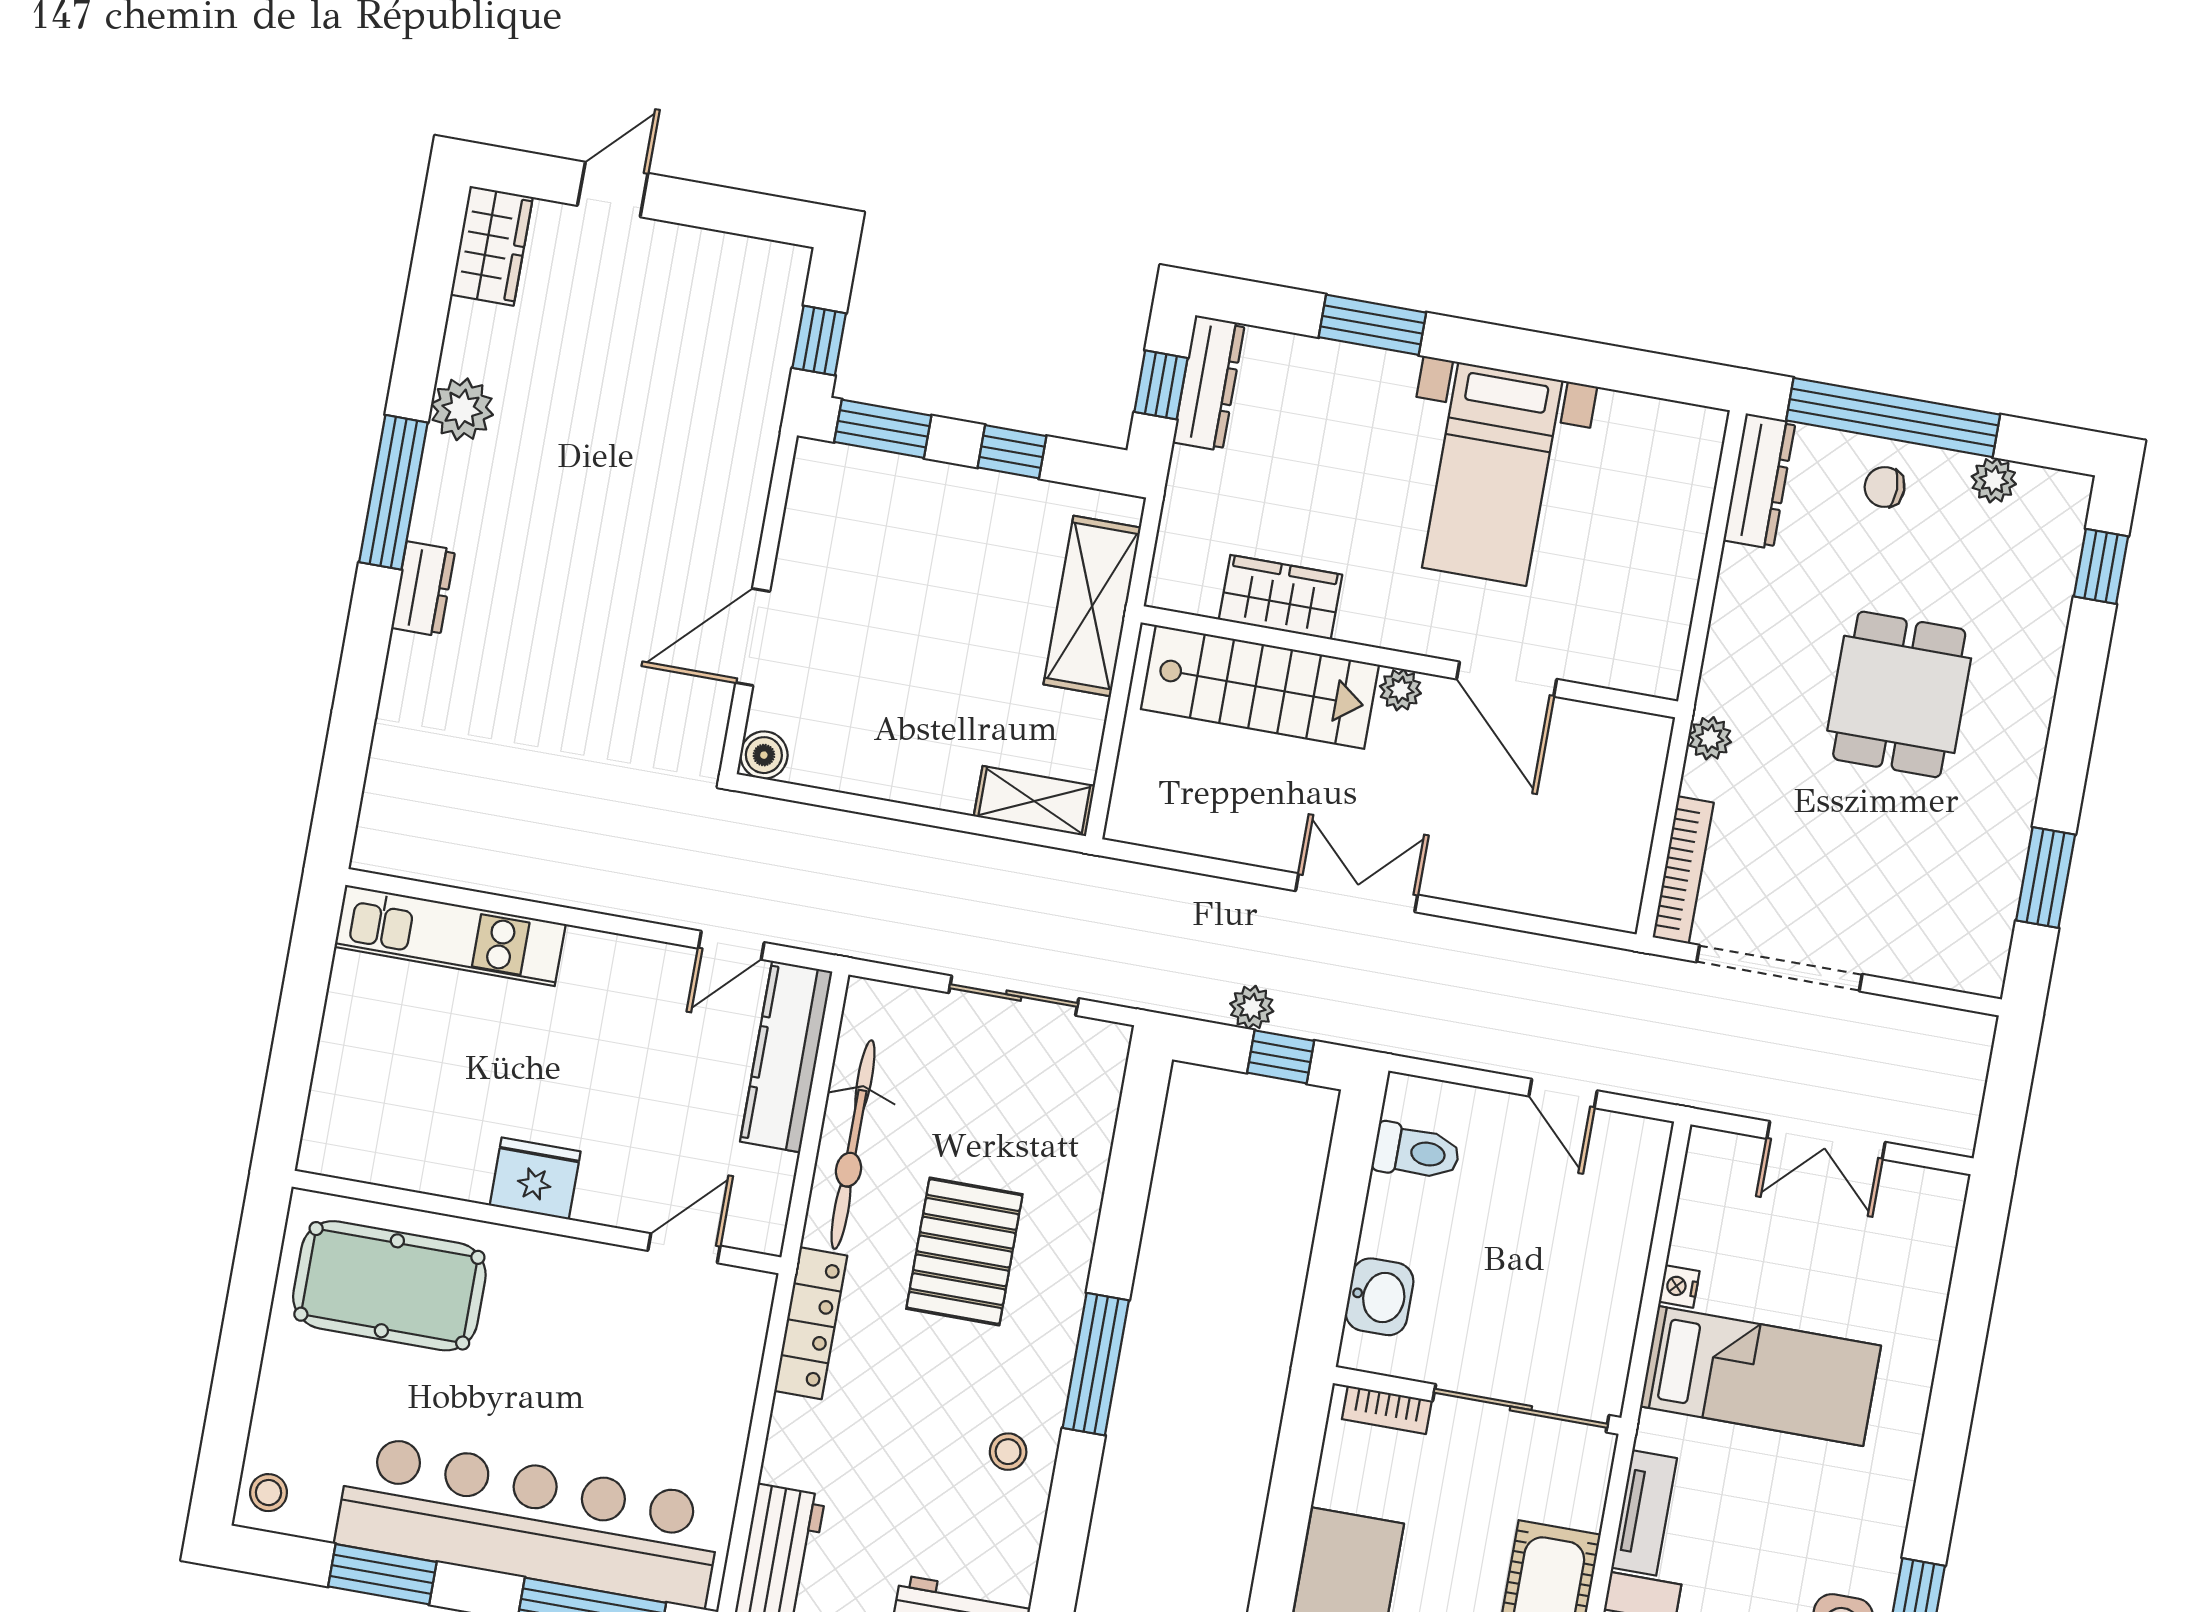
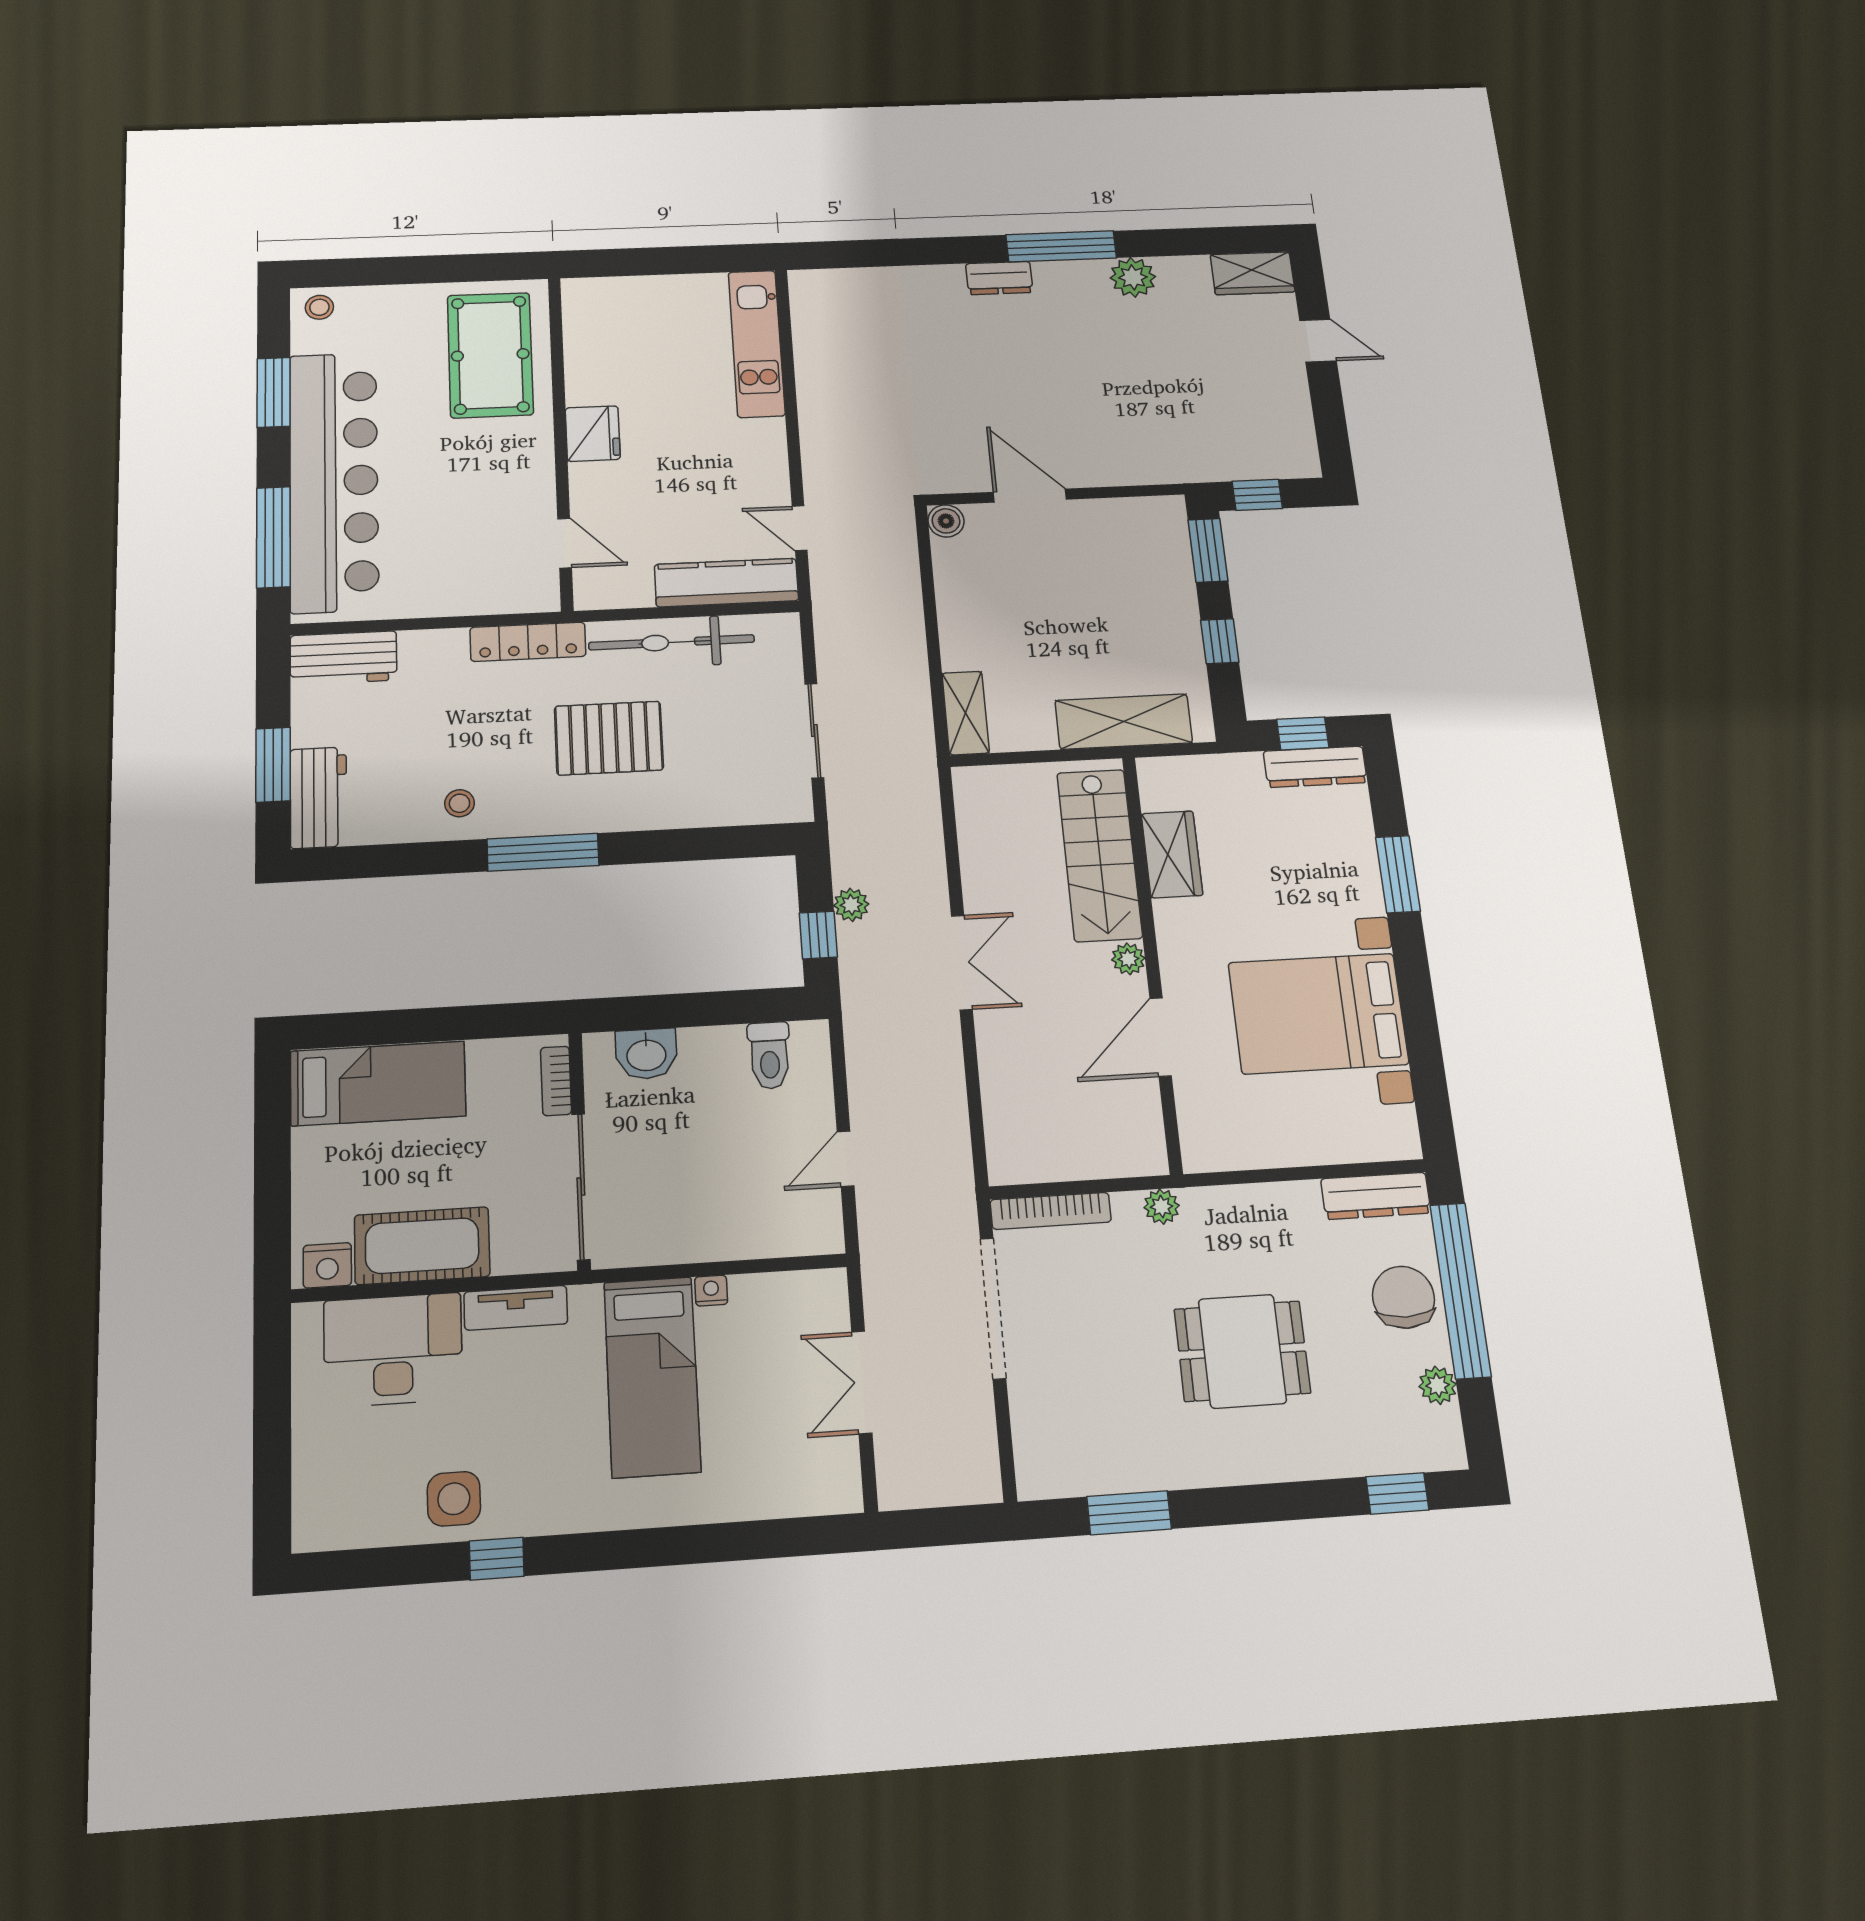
bed with nightstands: (1492, 474) -> (1318, 1013), width x1.36
chair: (1885, 487) -> (1403, 1297), width x1.87, depth x1.87

